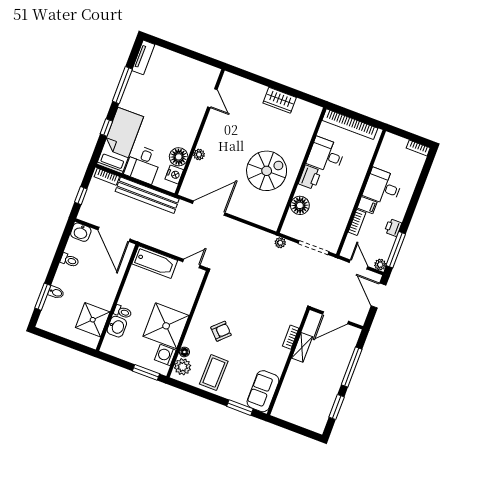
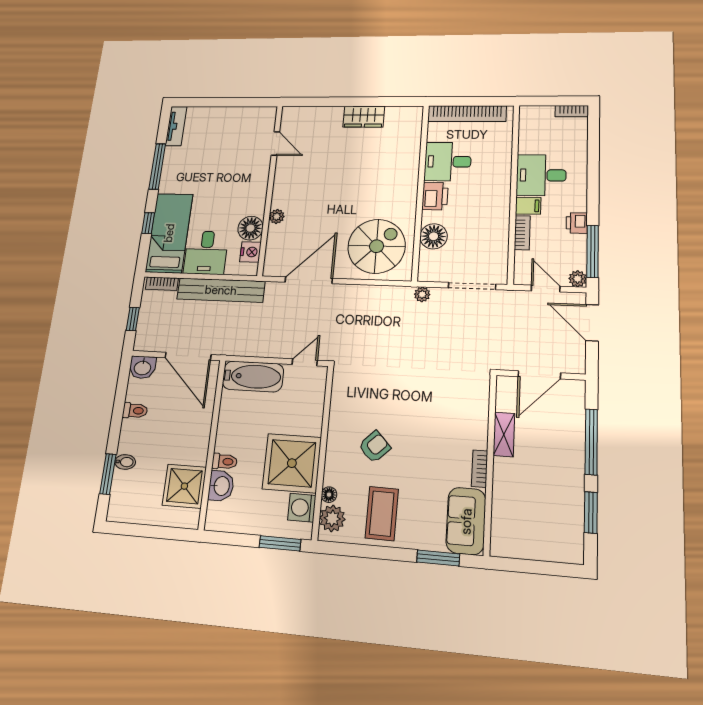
spiral stairs: (267, 171) -> (377, 246), moved
bookcase: (291, 337) -> (480, 469), moved

